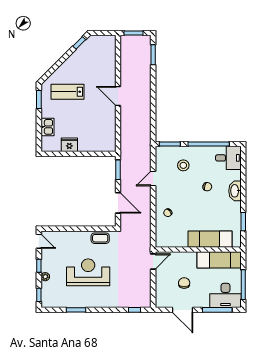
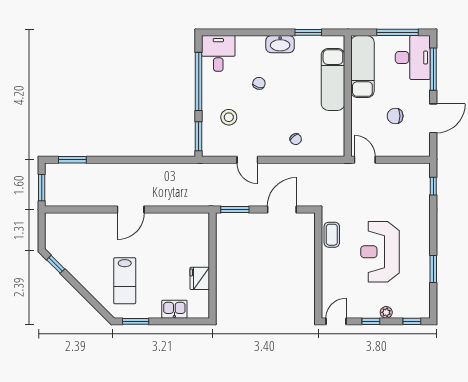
washbasin: (235, 191) -> (280, 44), moved

